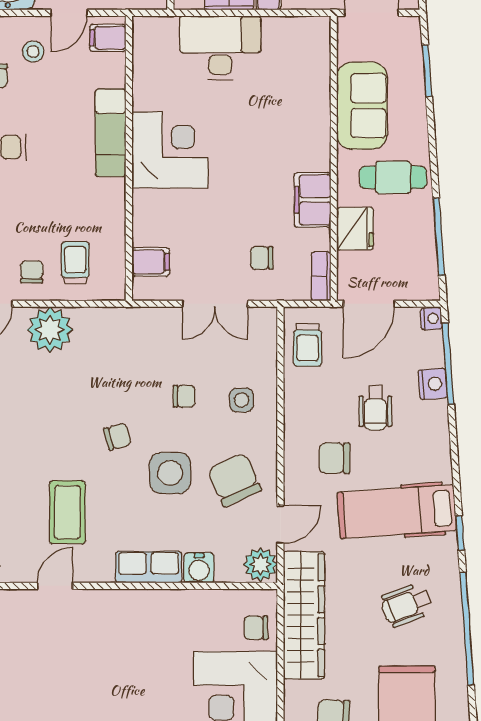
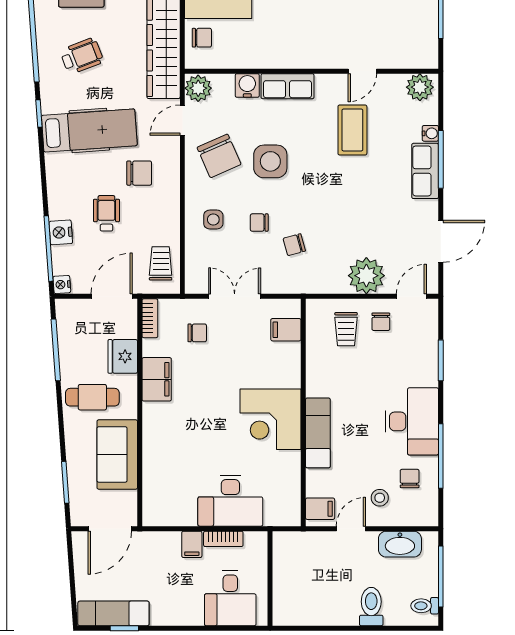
chair: (118, 437) -> (294, 245), moved

